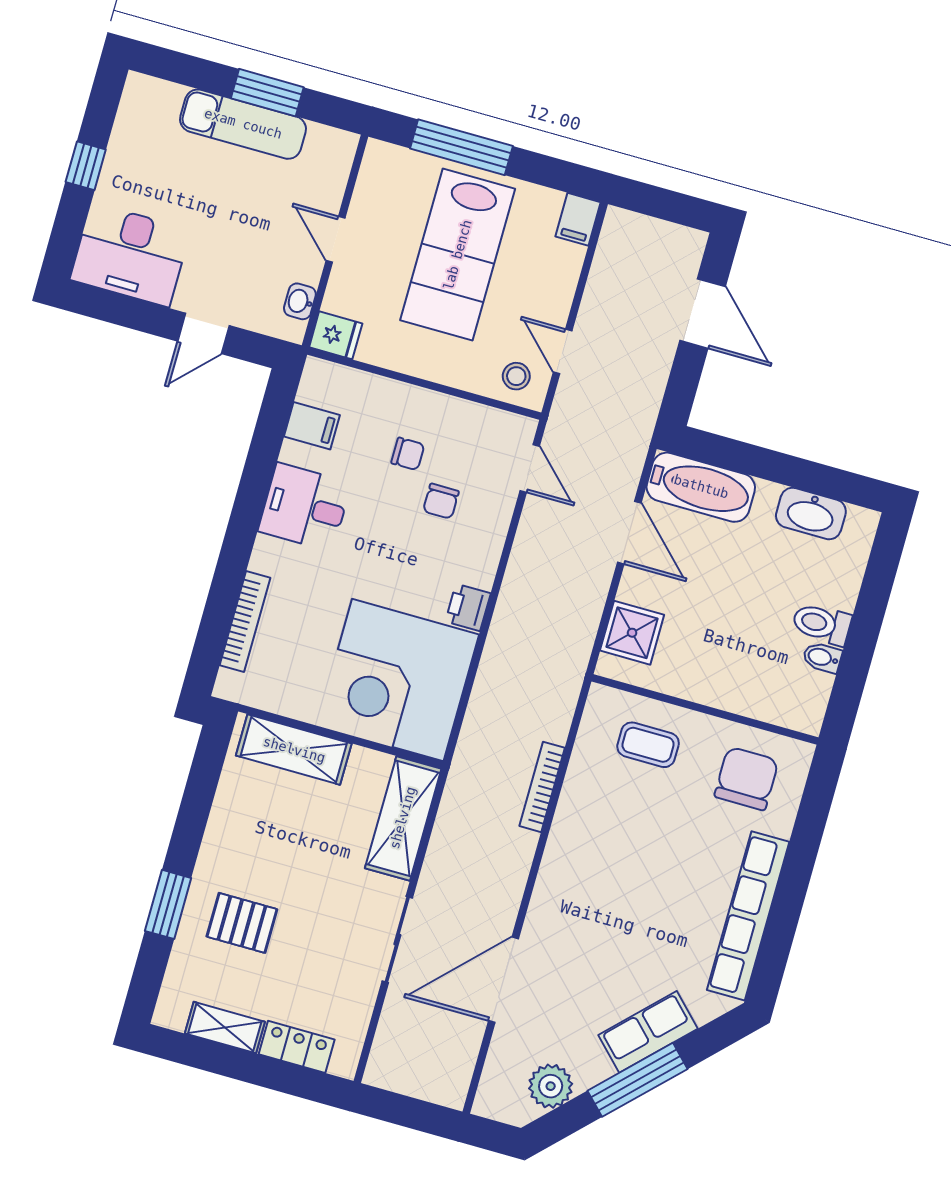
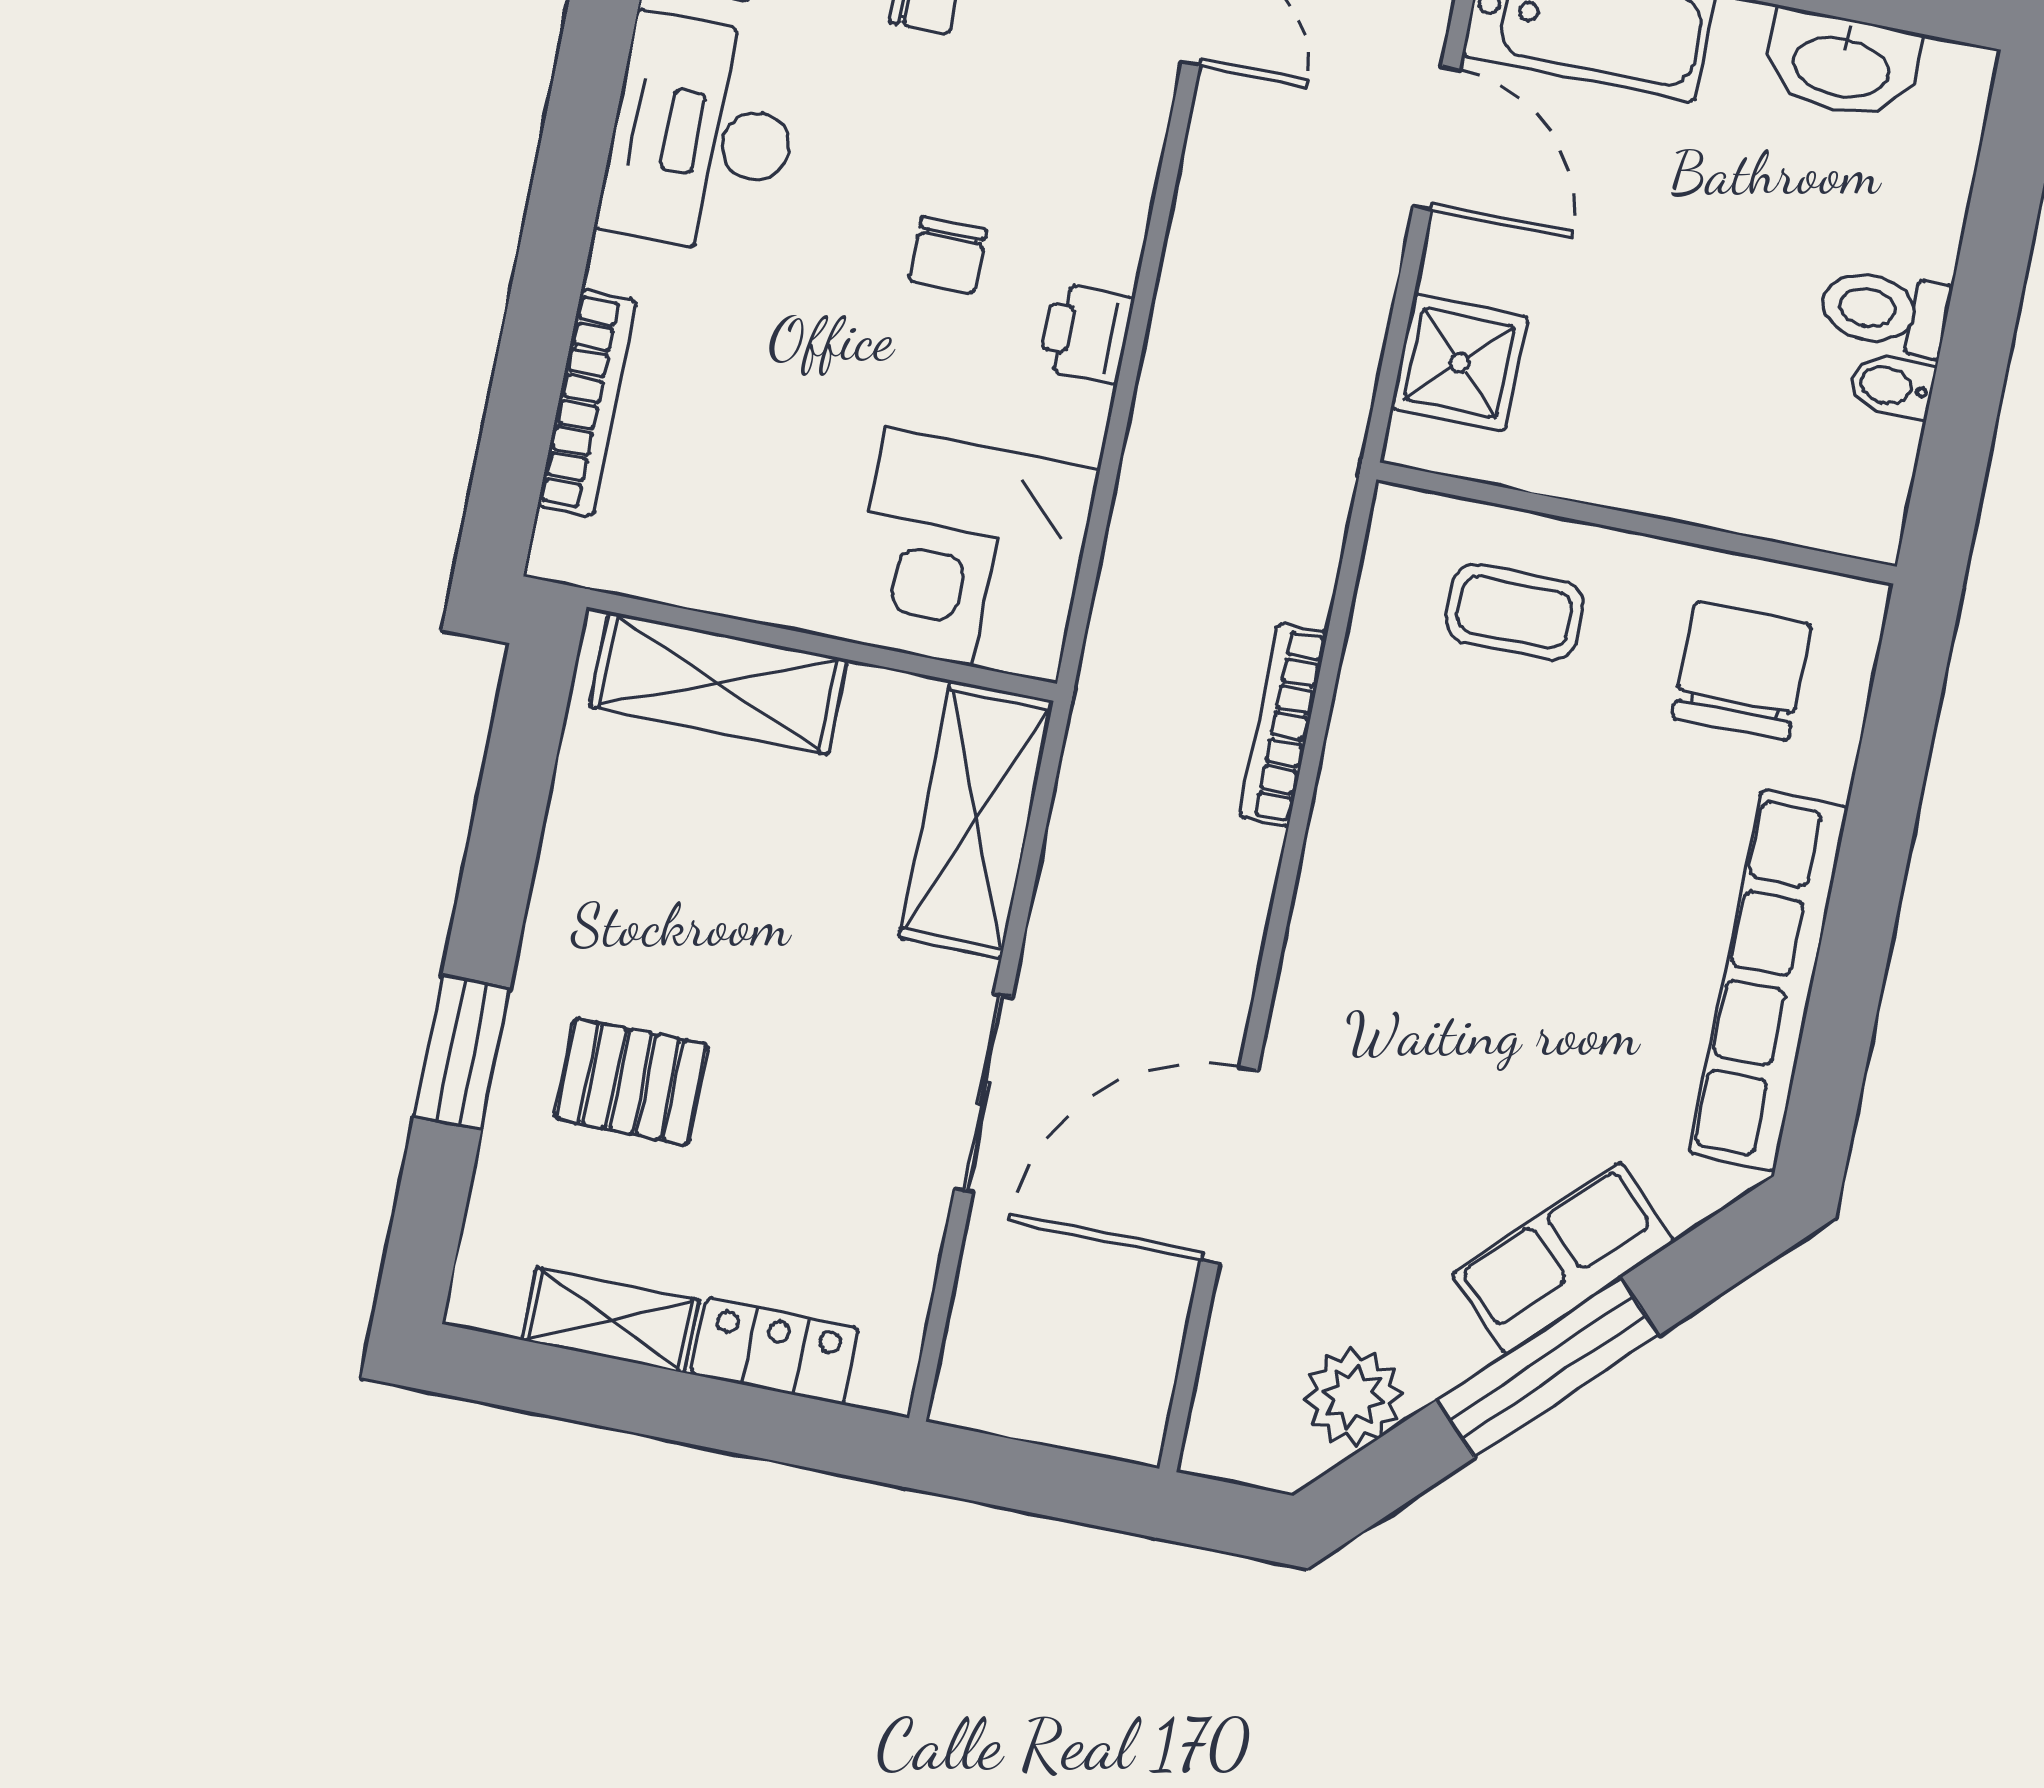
chair: (441, 501) -> (948, 255), moved
desk: (305, 507) -> (702, 135), width x1.37
corner desk: (398, 680) -> (971, 555), width x0.74, depth x0.74

